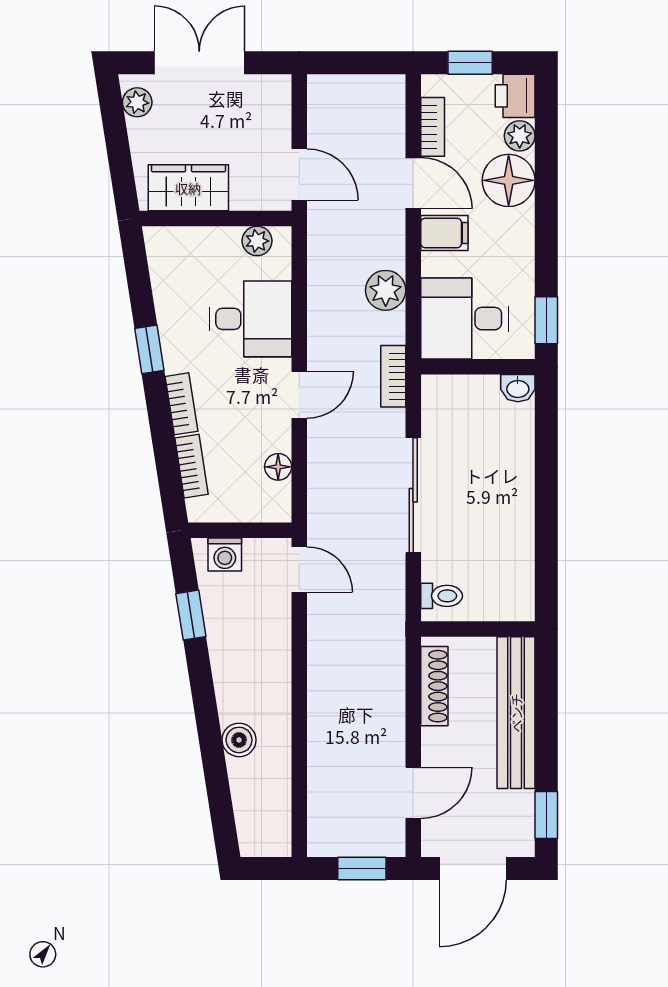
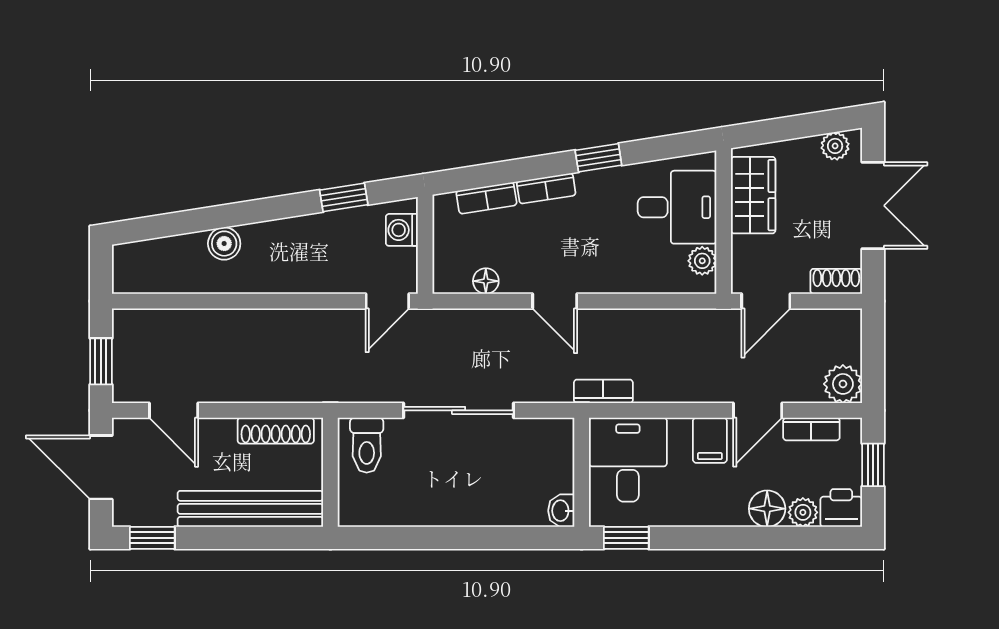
shoe rack: (278, 101) -> (836, 281), added
floor lamp: (509, 180) -> (767, 509), width x0.73, depth x0.73
plant: (386, 290) -> (843, 384), moved
desk: (250, 319) -> (677, 207), moved, turned -90
bookcase: (393, 376) -> (603, 391), moved
toilet: (442, 596) -> (367, 445), width x1.37, depth x1.39

